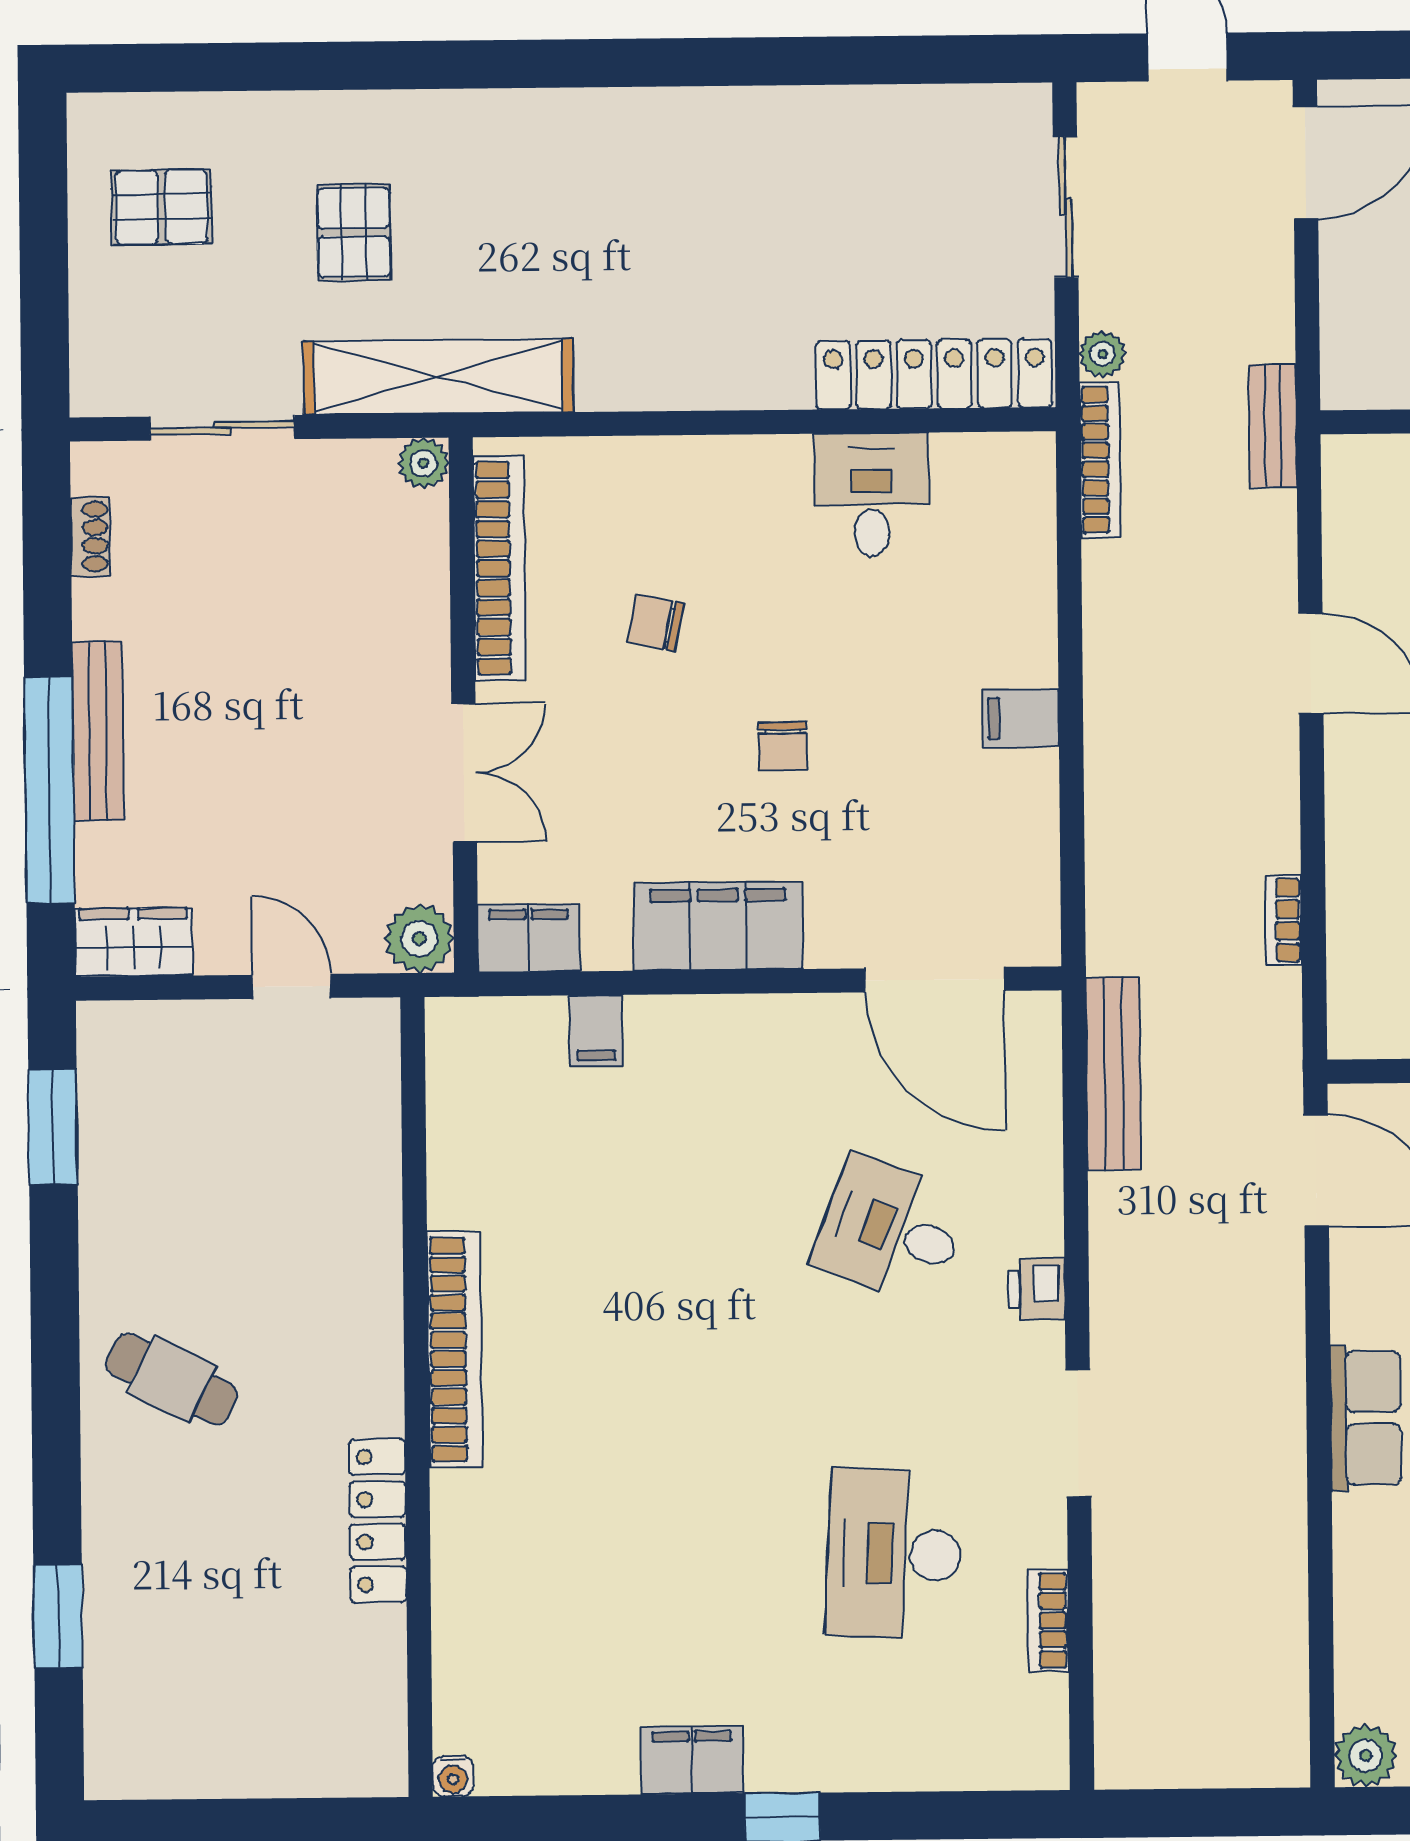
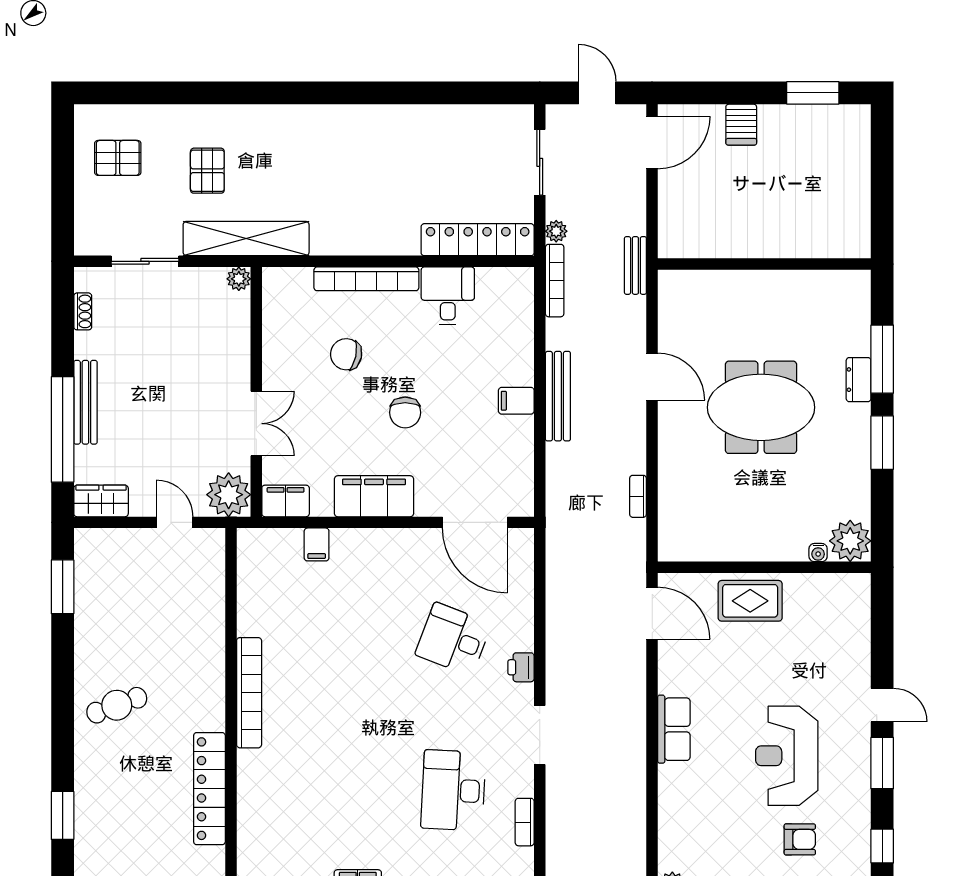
bookcase: (500, 568) -> (366, 279), moved, turned 90
chair: (655, 622) -> (346, 354), width x1.37, depth x1.37
chair: (783, 746) -> (405, 412), width x1.37, depth x1.37
plant: (419, 938) -> (229, 495), width x1.36, depth x1.36
bench: (1114, 1074) -> (558, 396), moved
cafe table: (172, 1379) -> (117, 705), turned -47
locker: (378, 1521) -> (209, 789), width x1.41, depth x1.21

